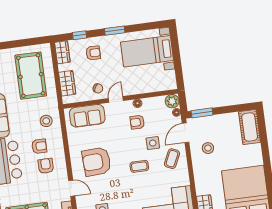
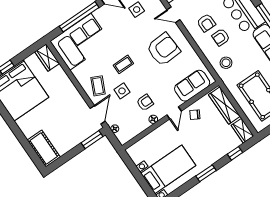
armchair: (93, 53) -> (215, 144), removed
wardrobe: (67, 83) -> (224, 105), width x1.50
plant: (172, 101) -> (124, 137), removed
stool: (208, 148) -> (71, 111), removed

